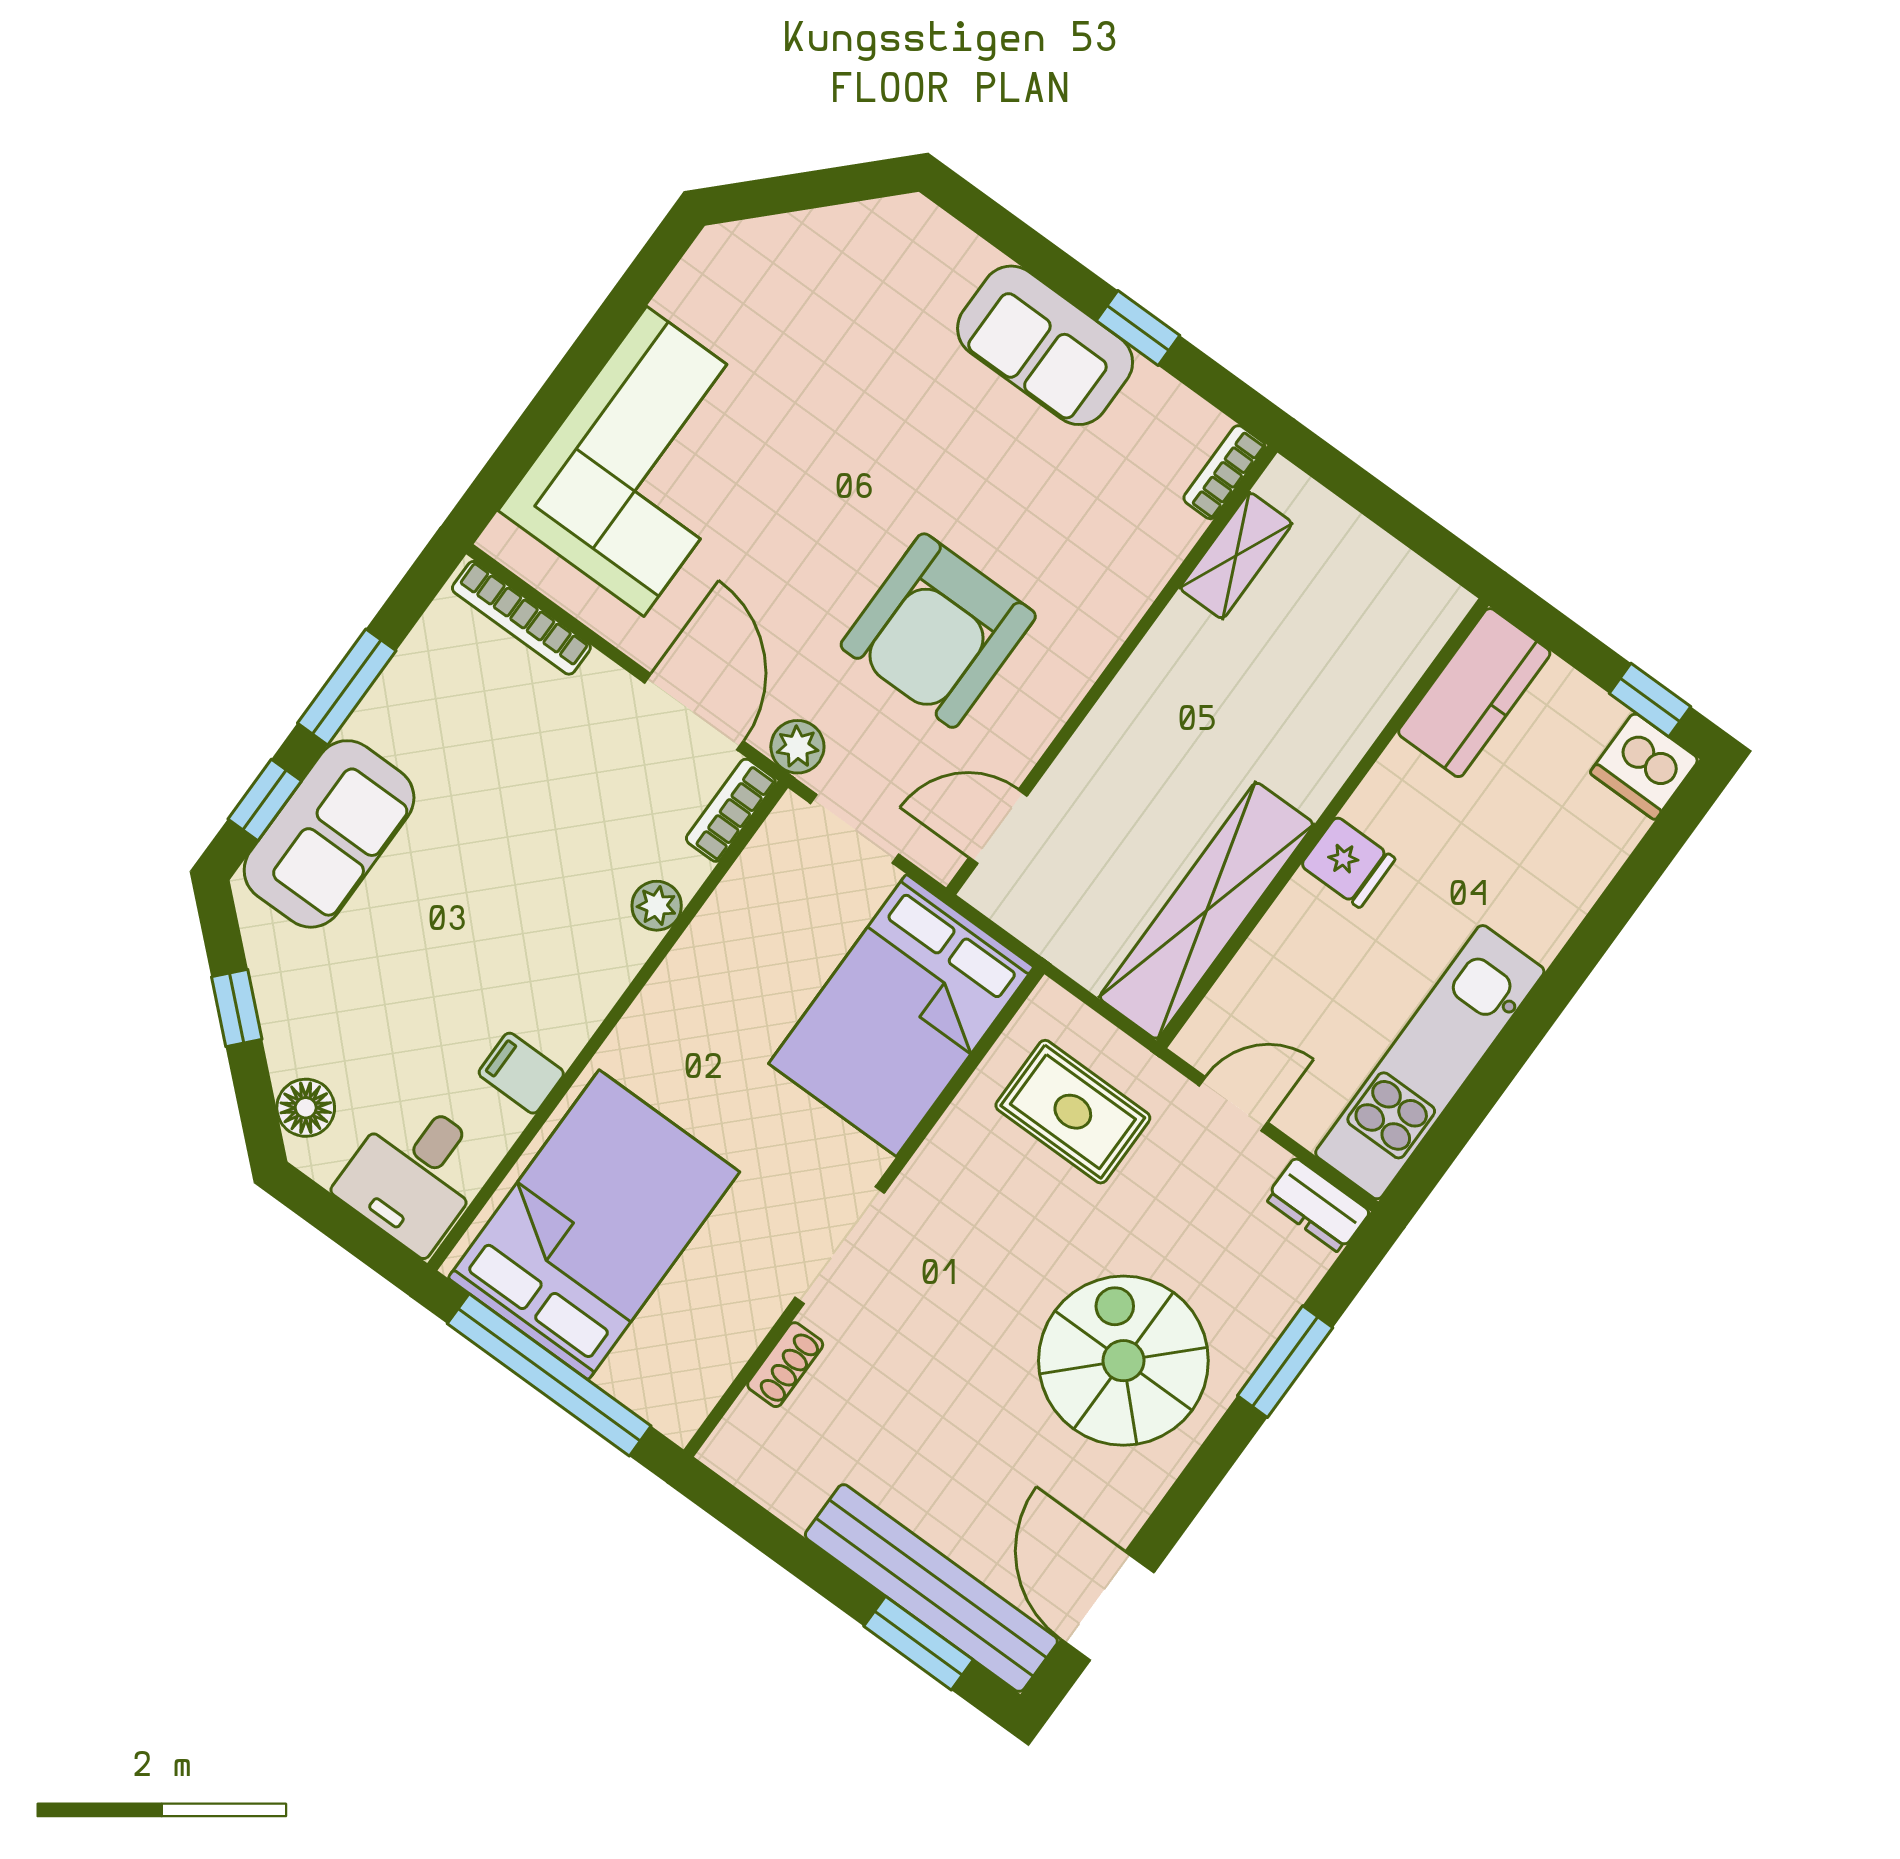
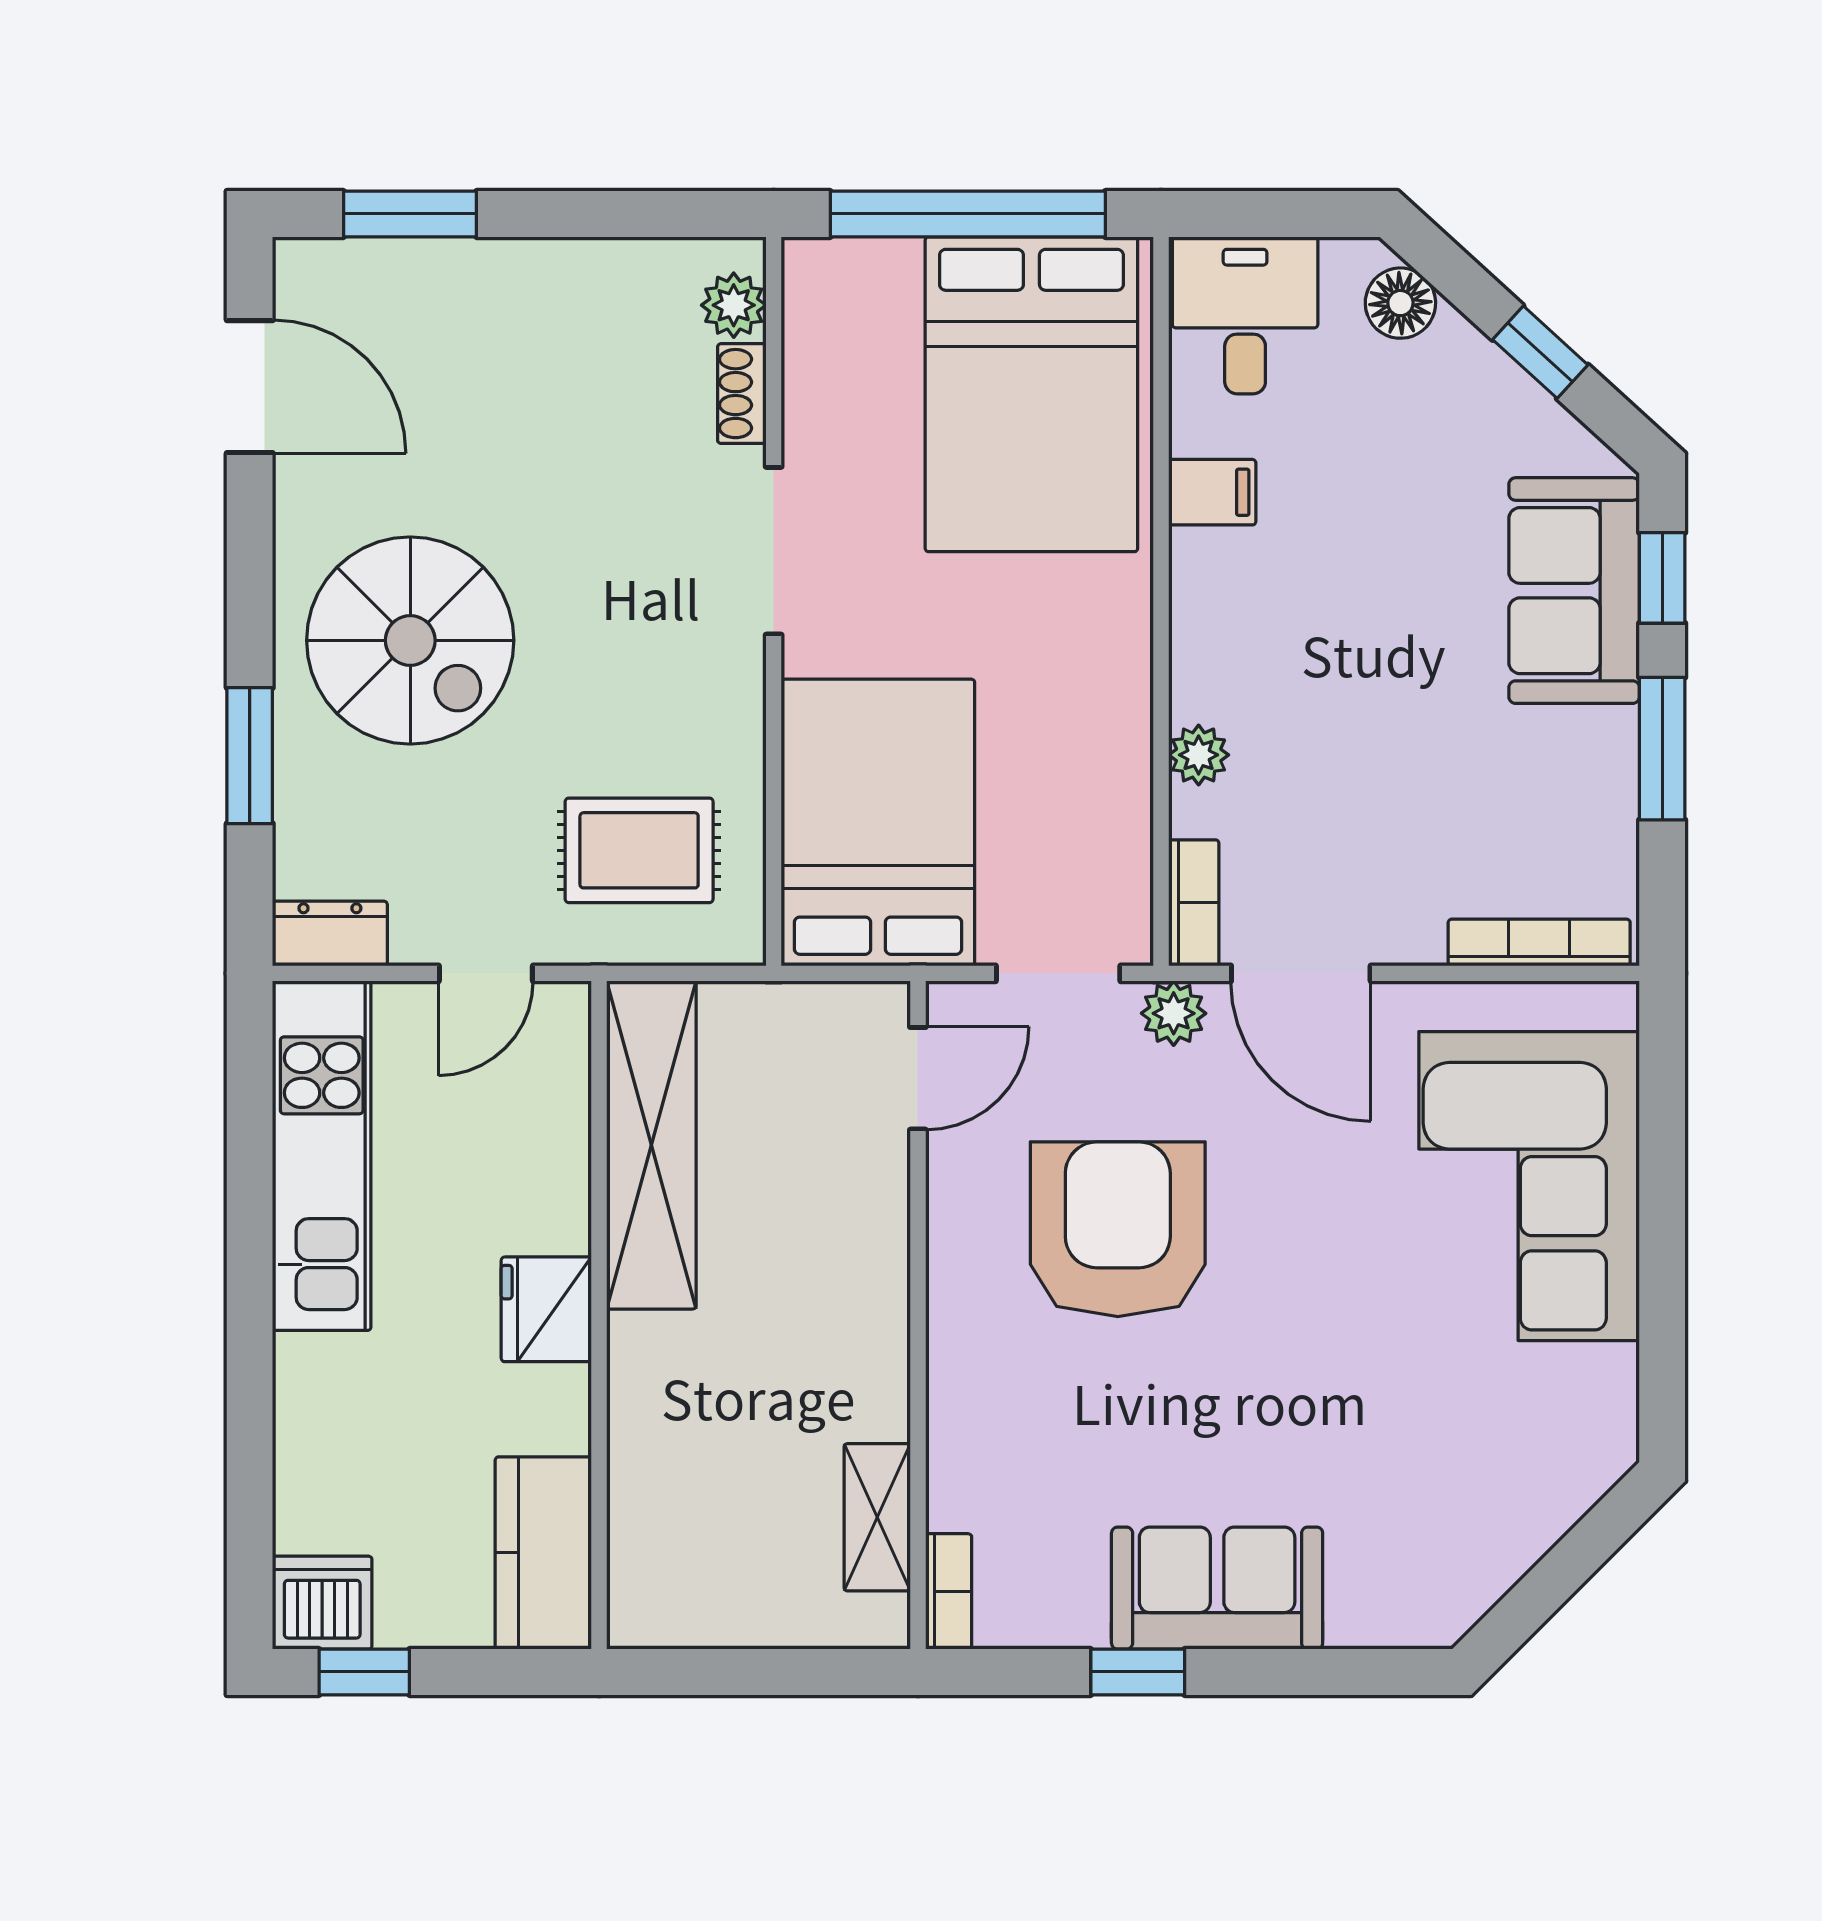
fridge: (1348, 862) -> (546, 1309), width x1.38
plant: (748, 1427) -> (734, 305), added
bench: (931, 1588) -> (437, 278), removed

